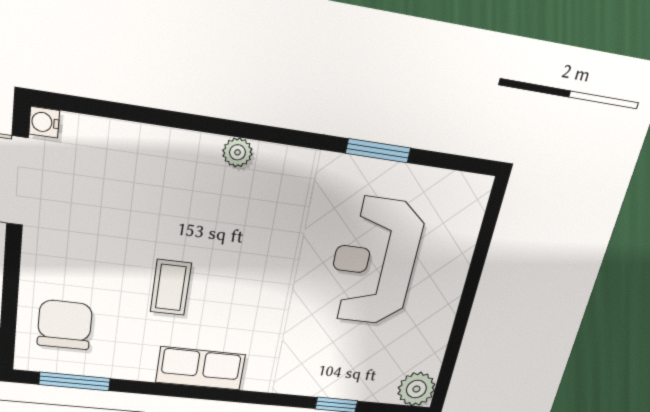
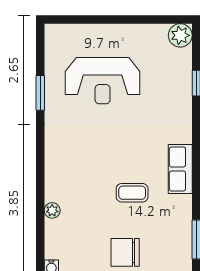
plant: (237, 152) -> (52, 210), moved
chair: (65, 325) -> (125, 252), moved

